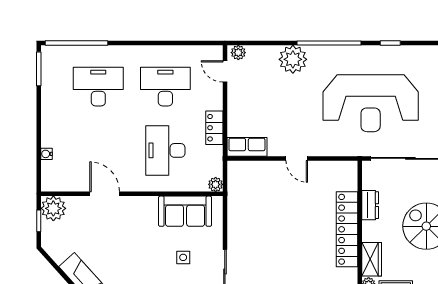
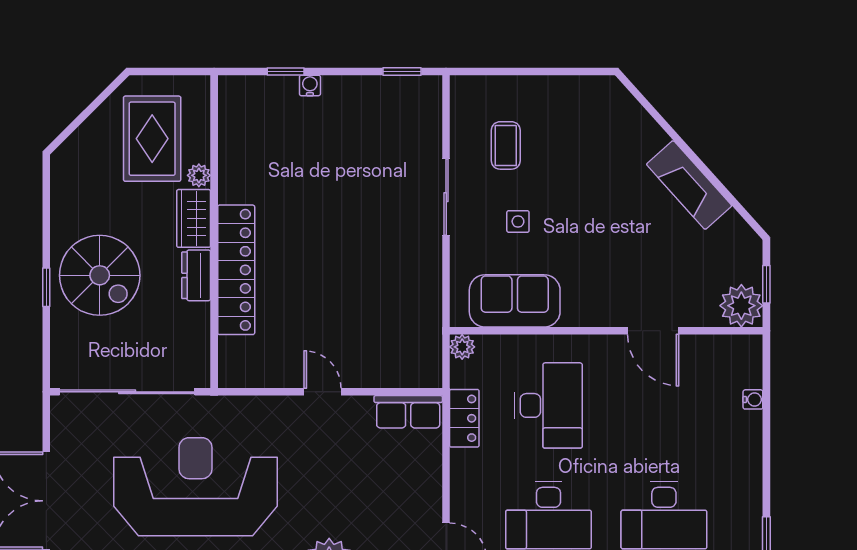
locker: (214, 128) -> (464, 418), moved
dresser: (370, 205) -> (196, 275), moved

